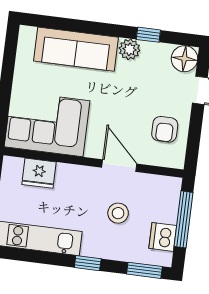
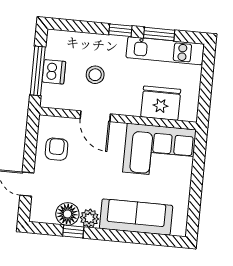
floor lamp: (184, 59) -> (67, 214), moved
fridge: (39, 173) -> (161, 103), width x1.36, depth x1.34
dishwasher: (163, 237) -> (54, 72), moved
window: (144, 270) -> (159, 34), moved

